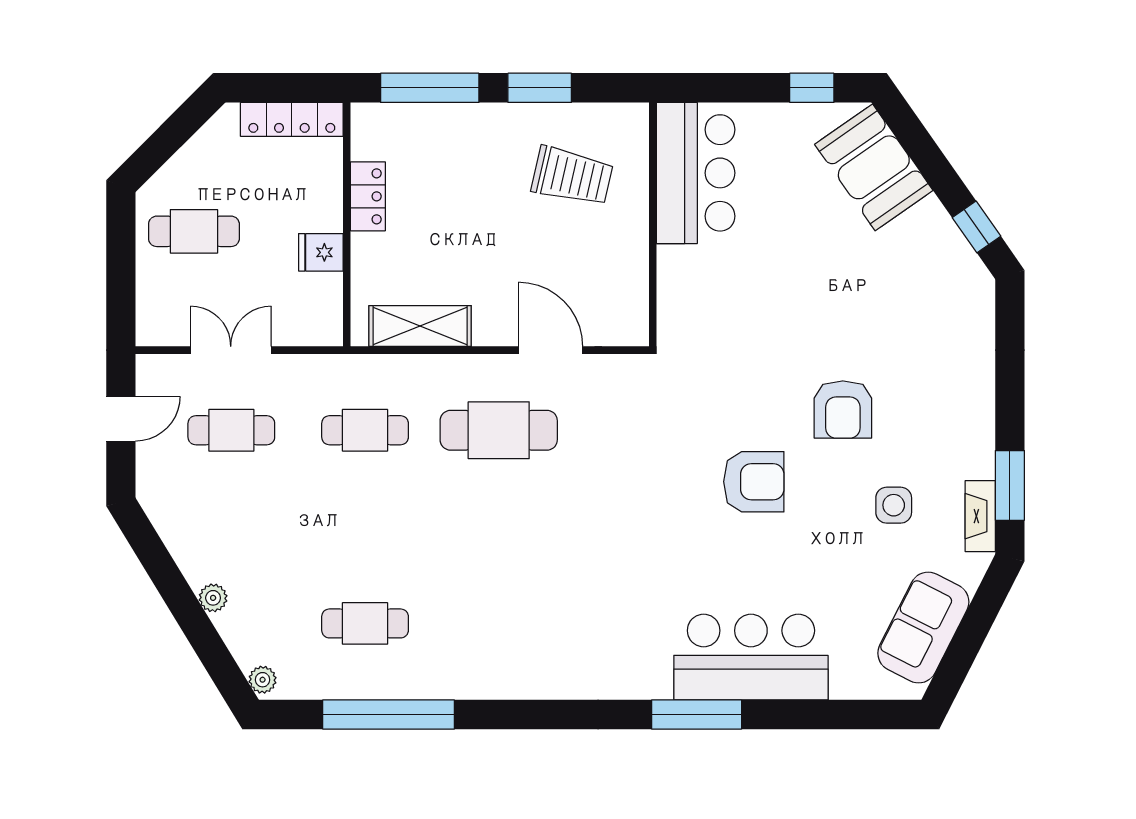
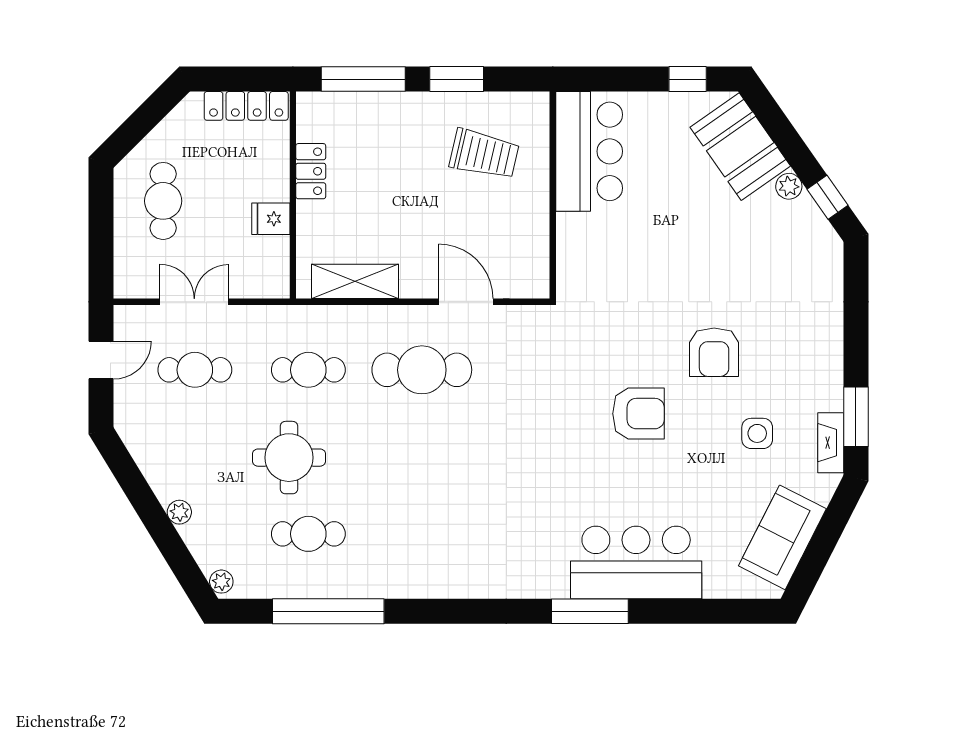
plant: (931, 214) -> (789, 186), added
cafe table: (194, 231) -> (163, 201), turned 90
round table: (342, 534) -> (289, 458), added

